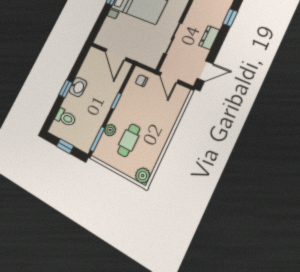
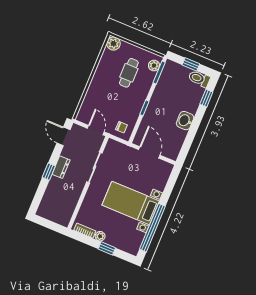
window: (230, 18) -> (49, 172), moved
door: (205, 71) -> (63, 136), hinge flipped
window: (66, 89) -> (206, 98), moved
toilet: (65, 118) -> (199, 79), moved
plant: (110, 130) -> (154, 66), moved

